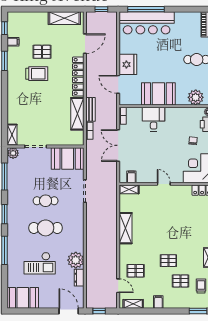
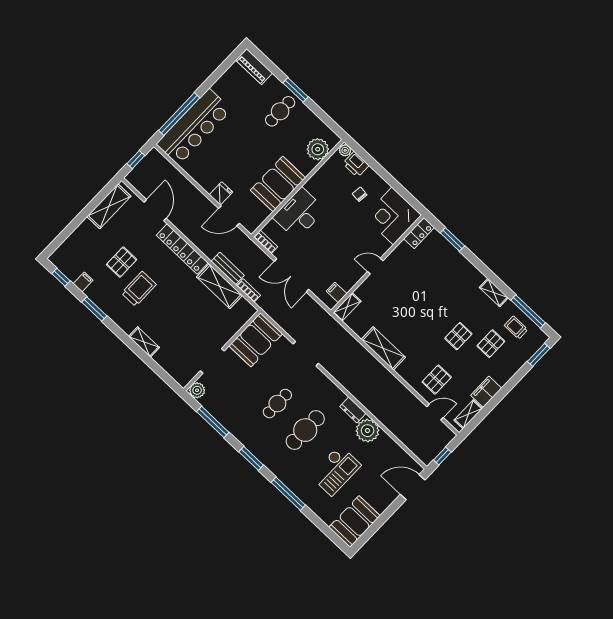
fridge: (128, 64) -> (221, 193), width x0.53, depth x0.75
desk: (154, 119) -> (299, 213), width x1.37
shelving: (12, 135) -> (144, 342), moved
dresser: (79, 278) -> (353, 410), moved
filing cabinet: (158, 302) -> (486, 392), width x2.00

